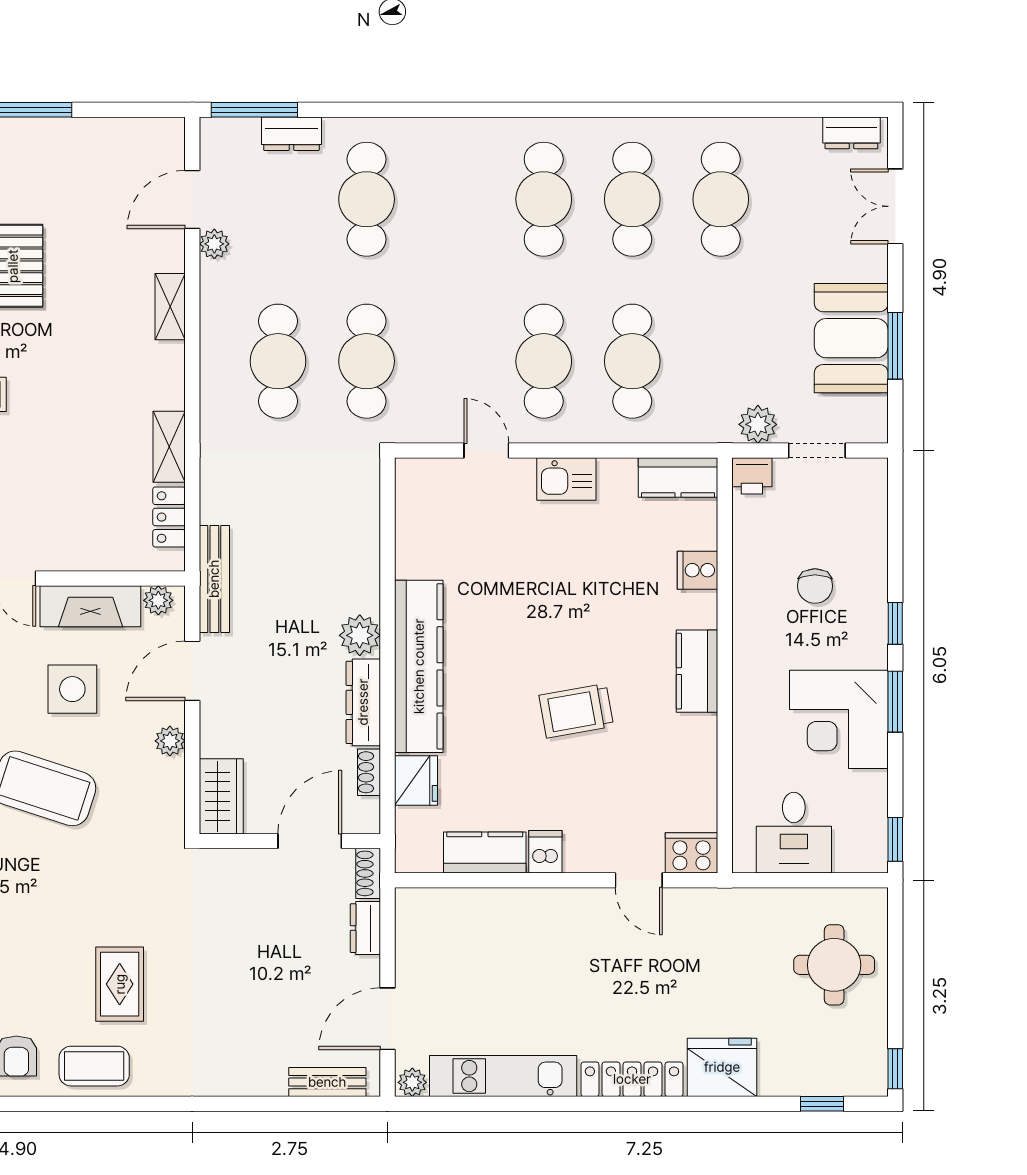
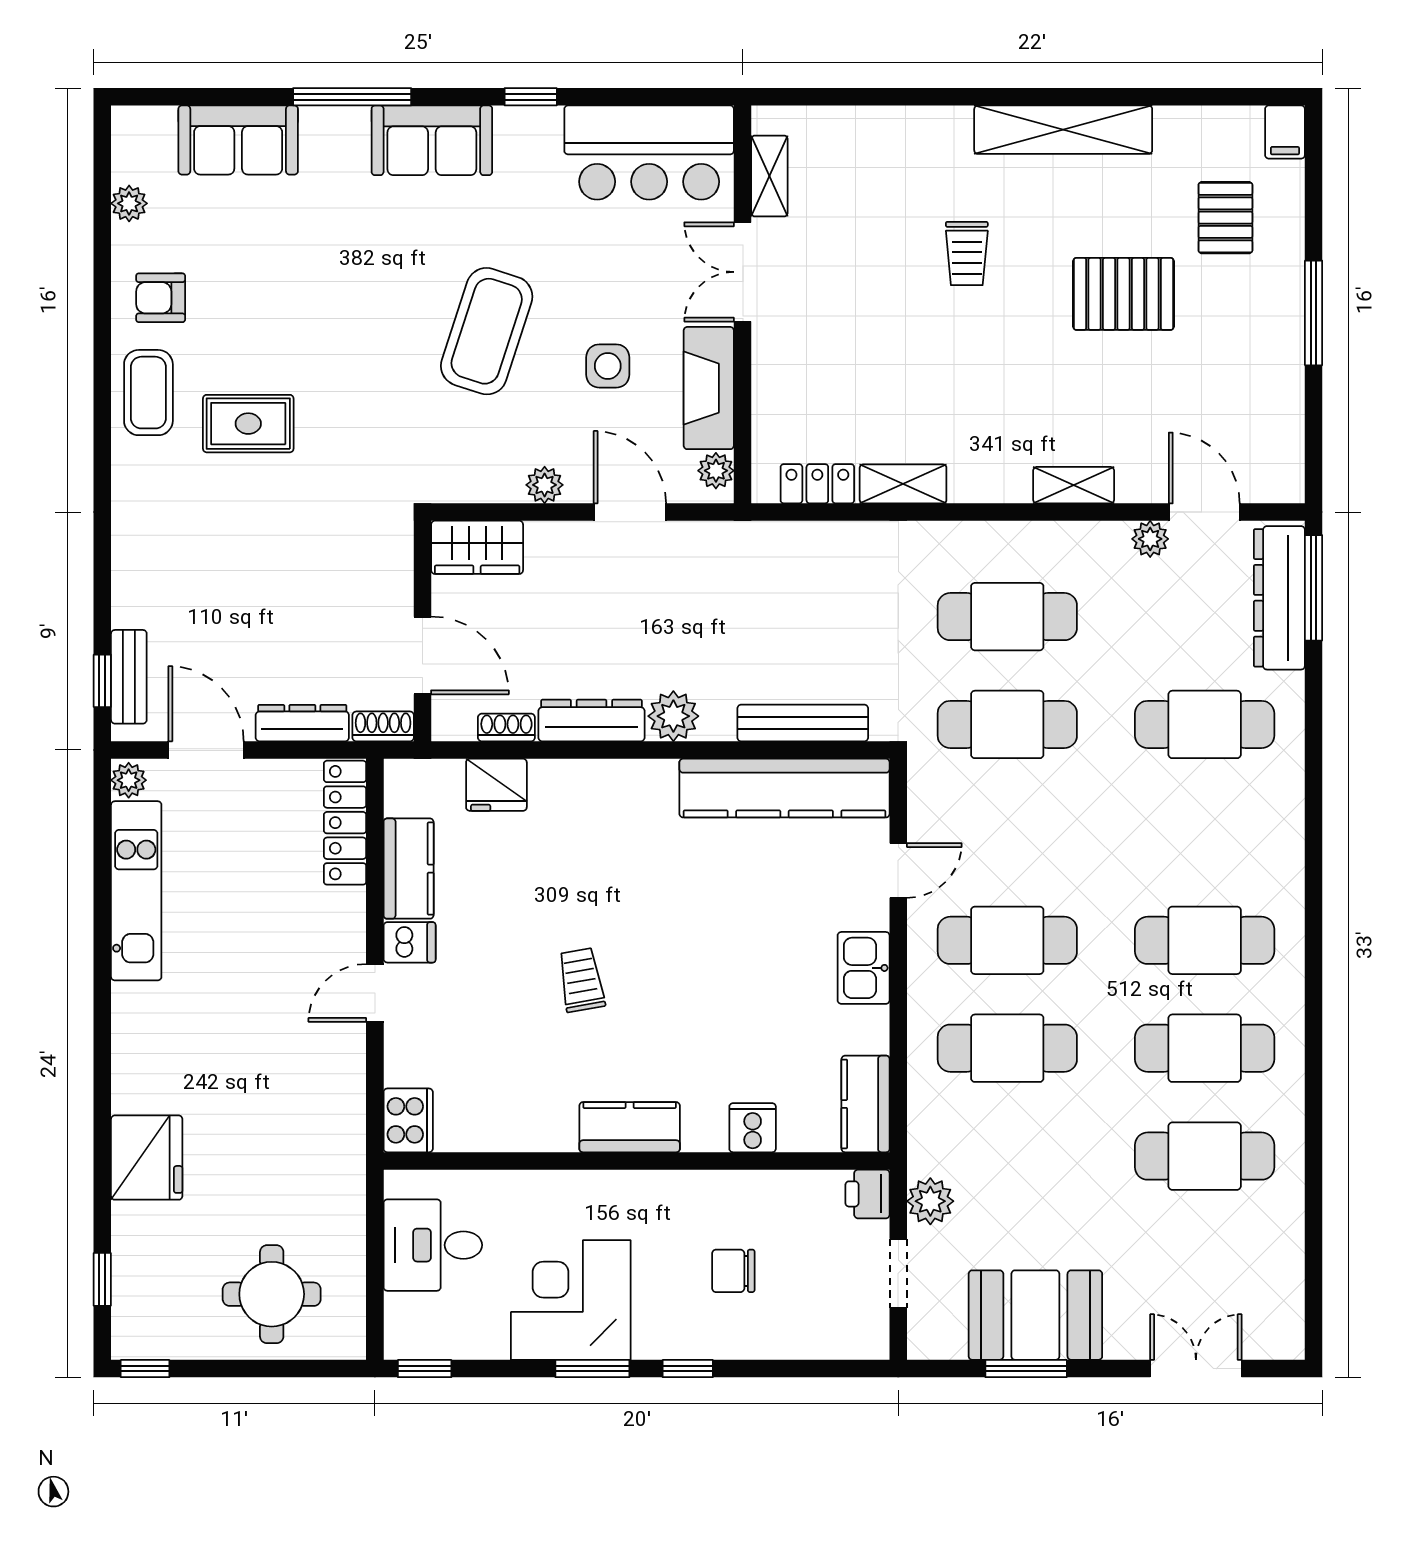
dresser: (851, 133) -> (1285, 1315), removed
dresser: (291, 134) -> (1279, 598), width x1.96, depth x1.24
bench: (214, 579) -> (803, 723), moved
kitchen counter: (419, 666) -> (785, 788), moved
side table: (72, 689) -> (608, 366), width x0.73, depth x0.73
trolley: (576, 711) -> (581, 980), width x0.73, depth x0.72
door: (639, 880) -> (375, 993), moved
dresser: (365, 928) -> (302, 723), width x1.44
locker: (632, 1079) -> (345, 823), moved, turned 180
window: (331, 1104) -> (102, 681), added

